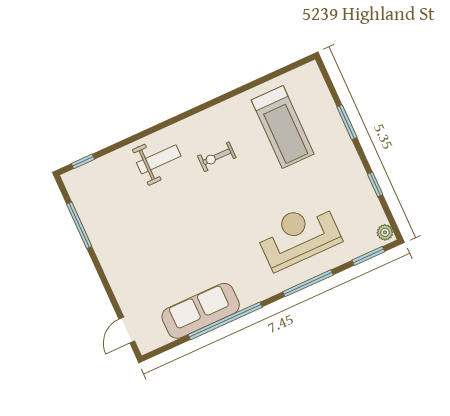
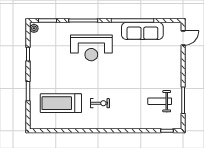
treadmill: (283, 127) -> (61, 103), turned -90
weight bench: (159, 159) -> (160, 101), moved
reception desk: (299, 236) -> (91, 48), moved

